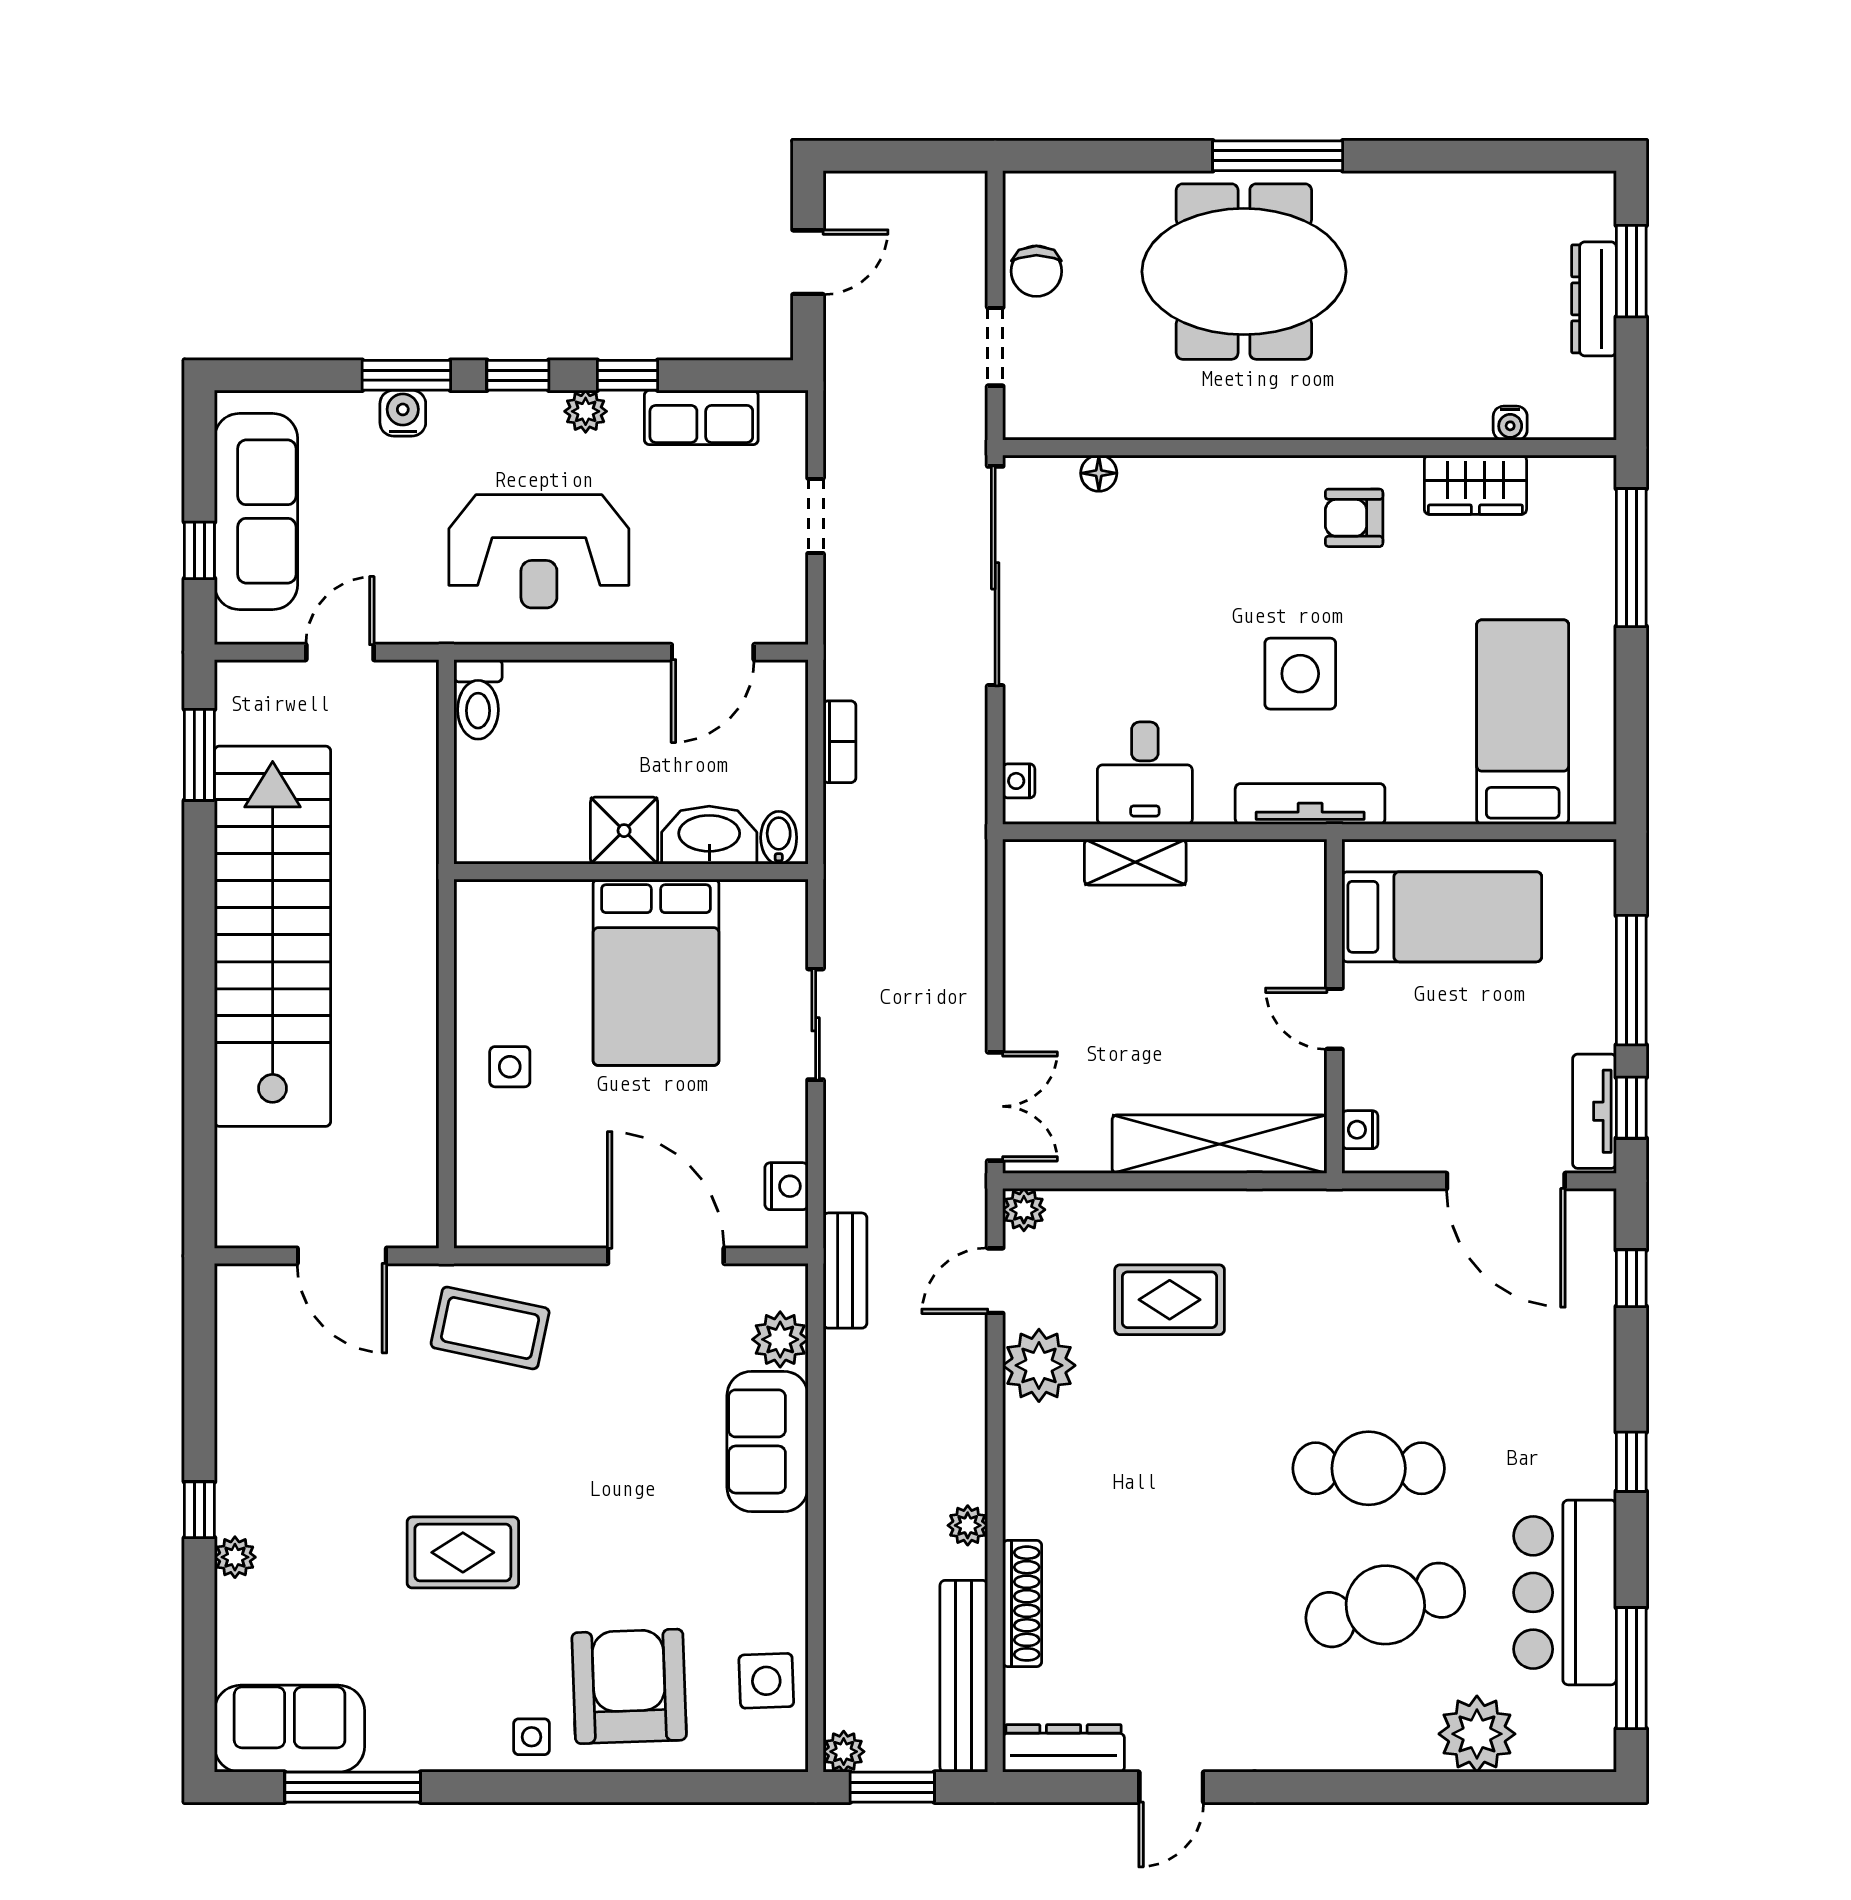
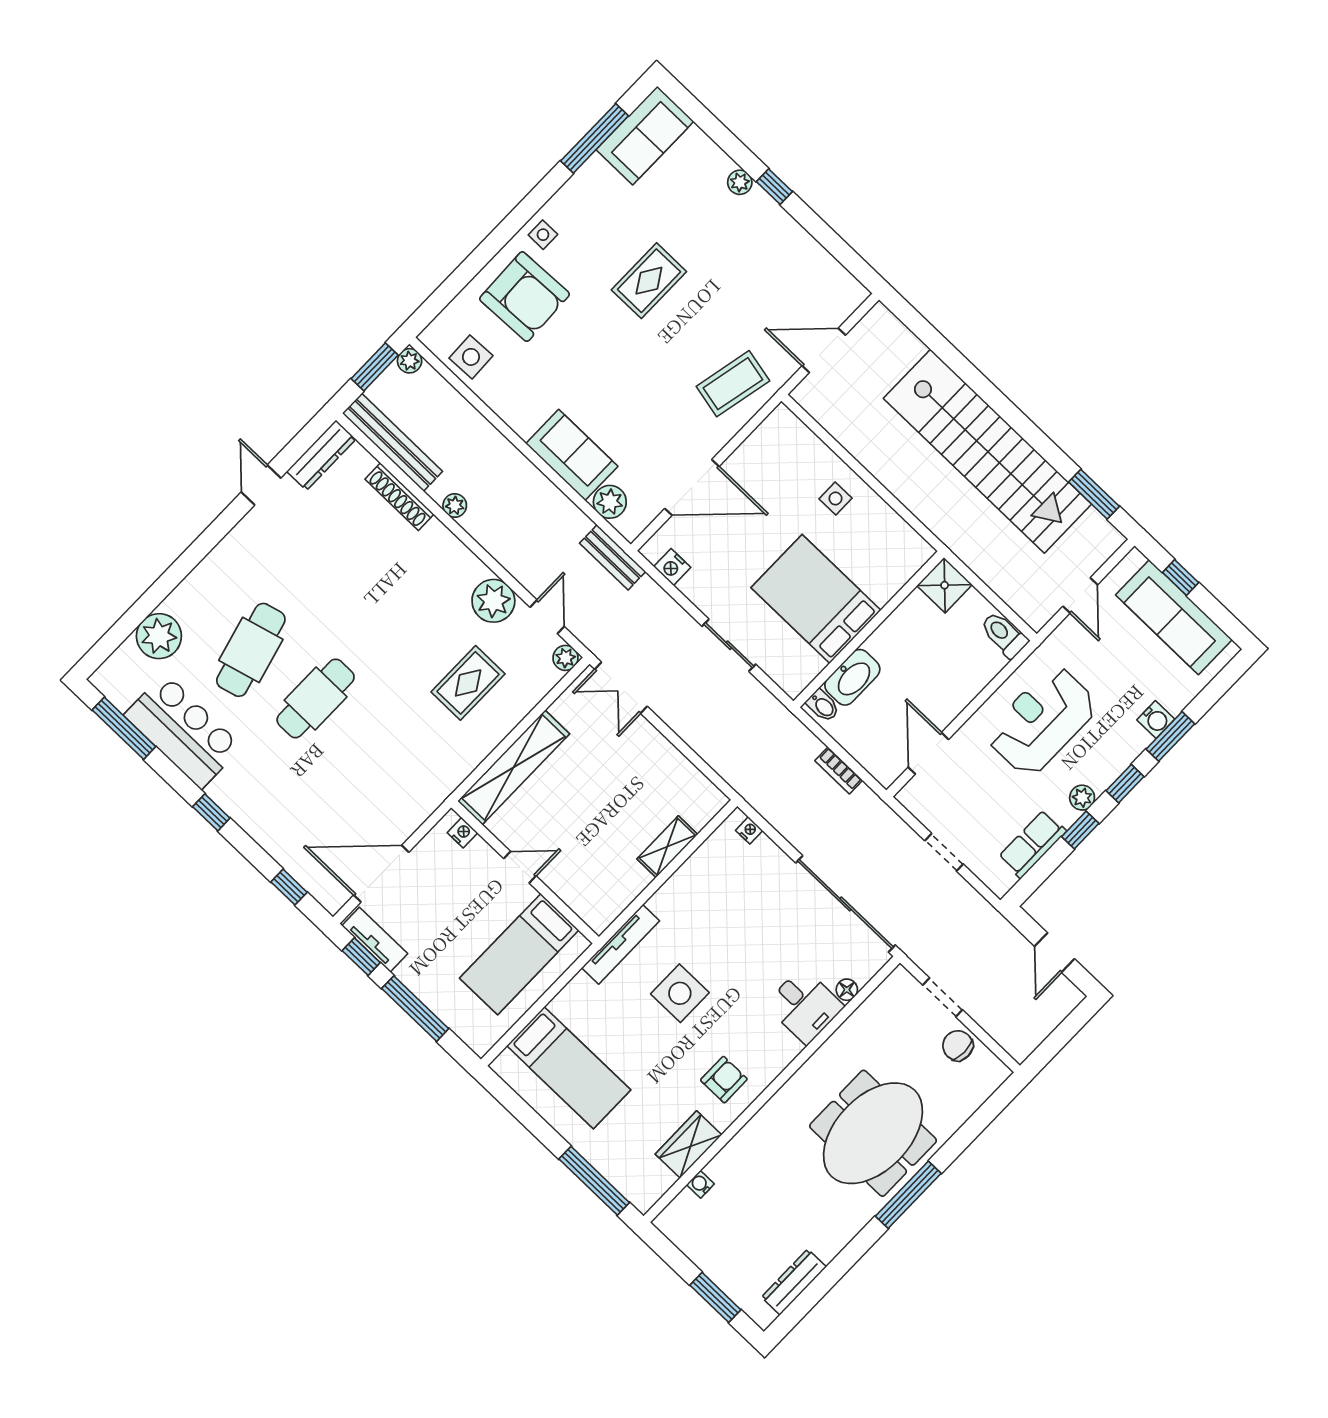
dresser: (1594, 299) -> (794, 1282), moved, turned -90
desk: (1145, 773) -> (804, 1006), moved, turned 180
shower: (624, 831) -> (945, 585), moved

